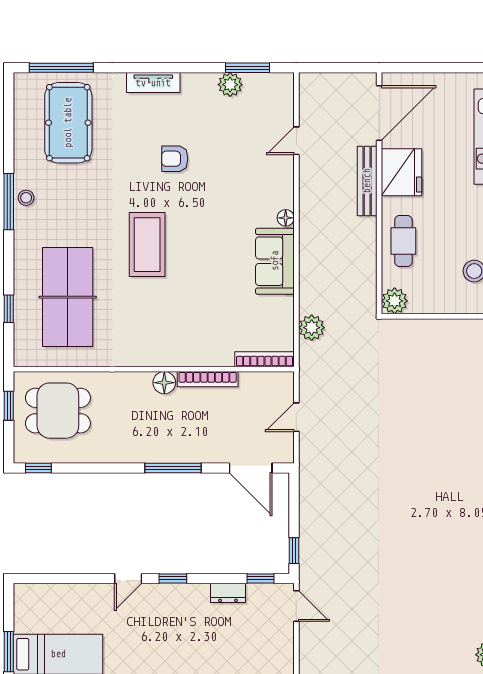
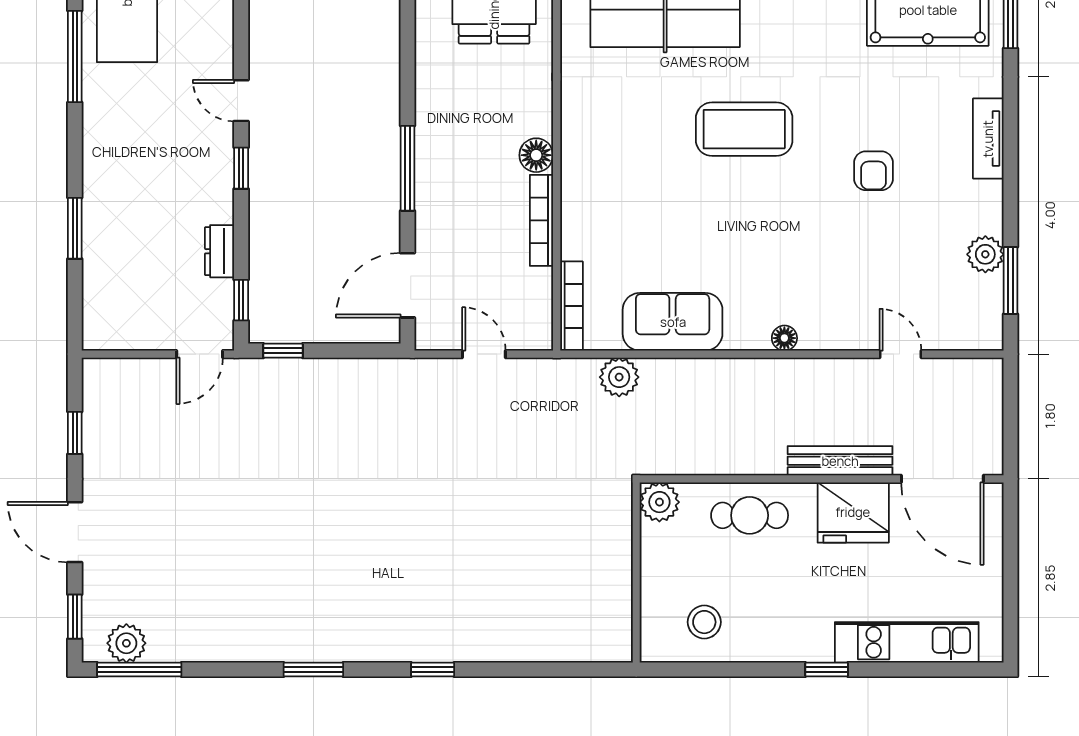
armchair: (175, 159) -> (873, 171), turned 180
sofa: (275, 261) -> (673, 322), moved

